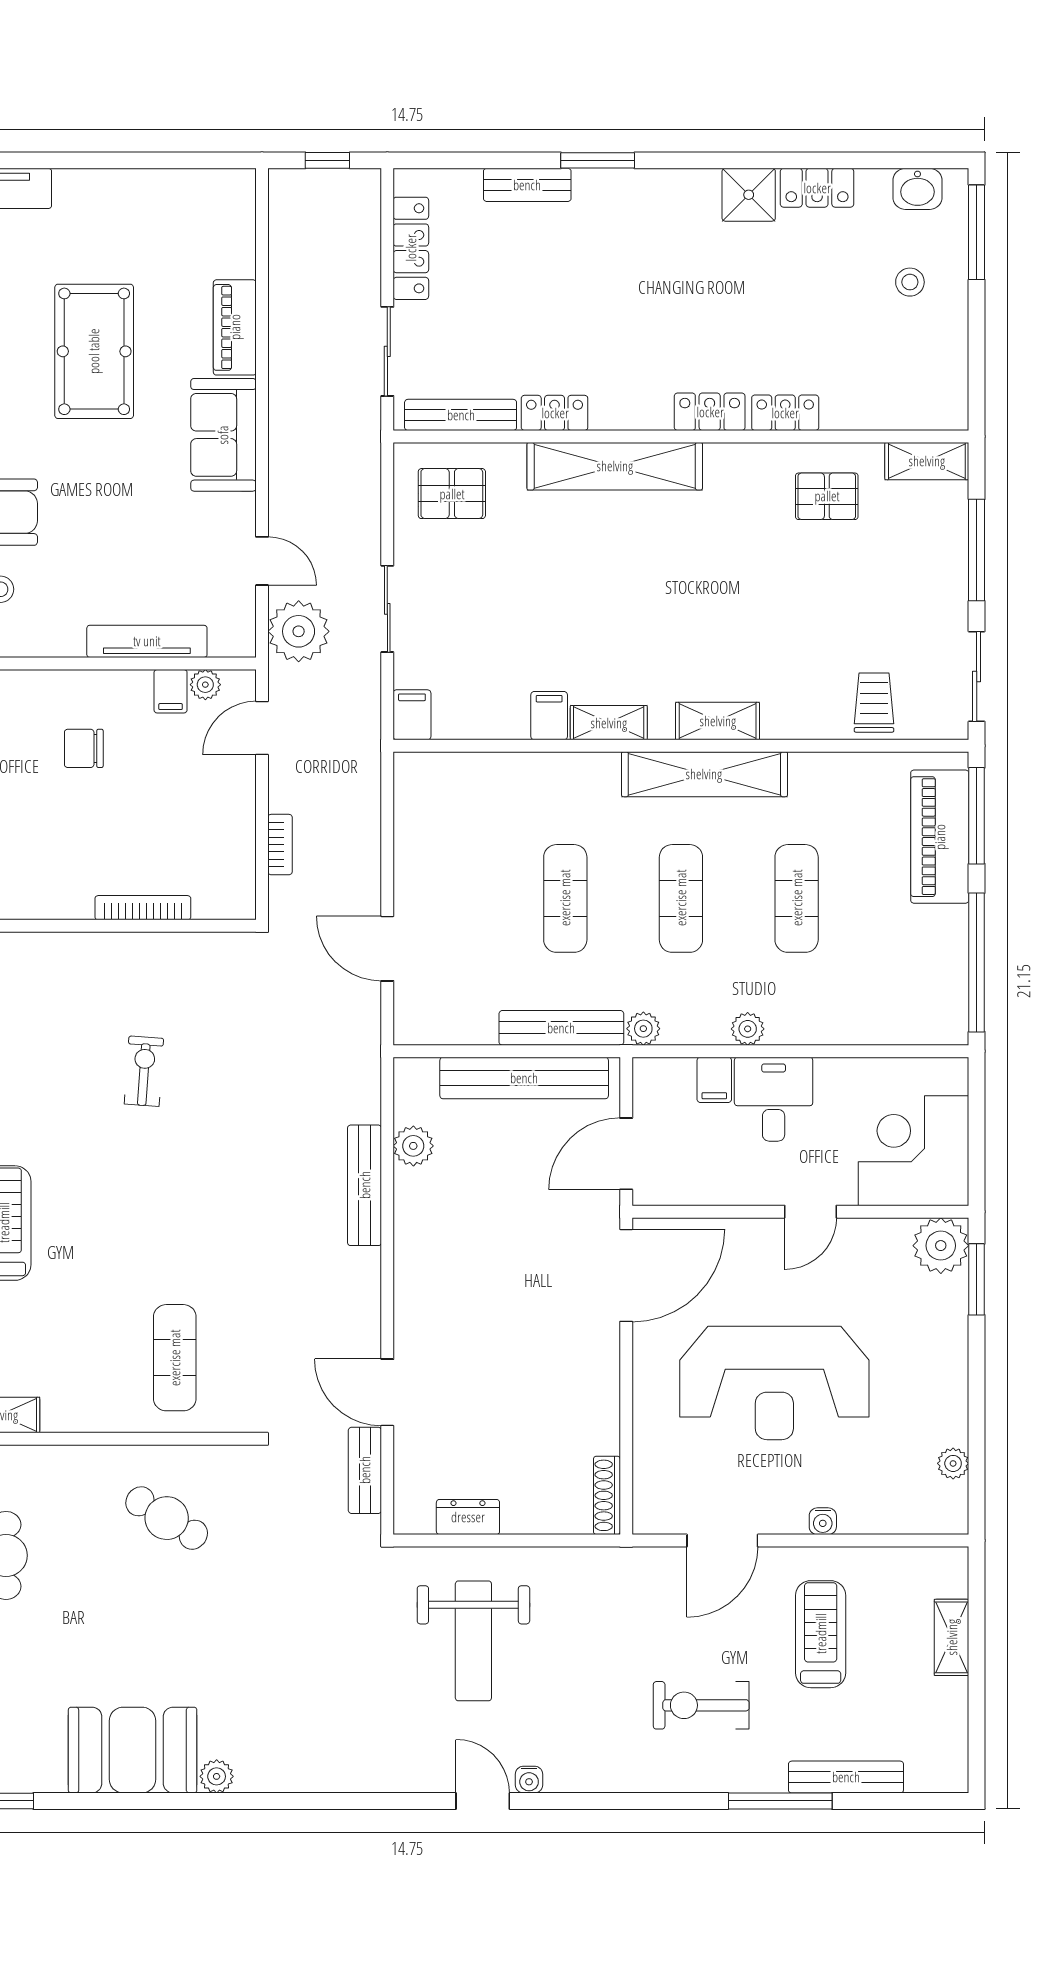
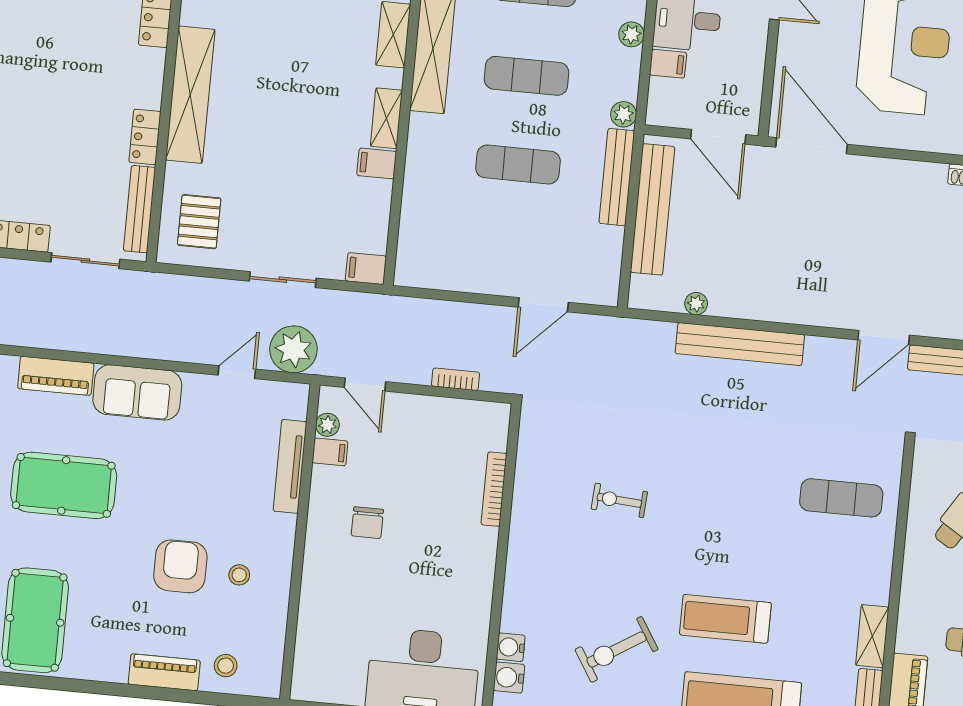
plant: (413, 1146) -> (696, 304), width x0.73, depth x0.73
bench: (365, 1185) -> (740, 344), width x1.37, depth x1.21

